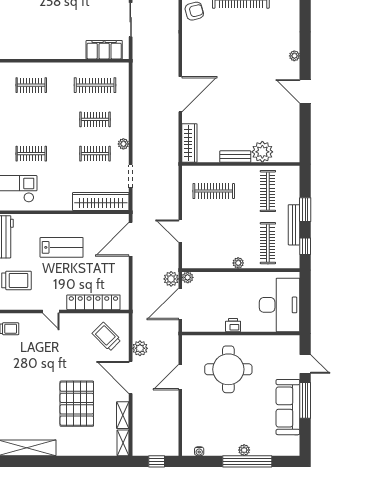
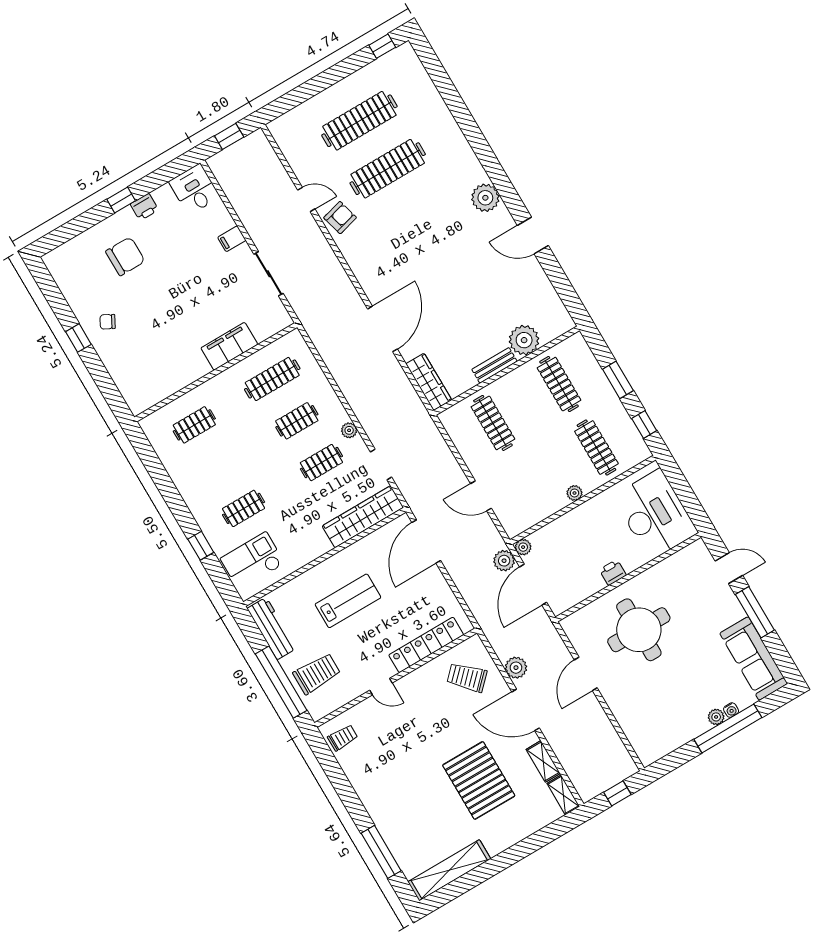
filing cabinet: (104, 50) -> (229, 346), moved
plant: (294, 56) -> (485, 198), width x1.87, depth x1.87
clothes rail: (214, 191) -> (493, 423), turned 90
bench: (294, 225) -> (615, 406), removed
sofa: (288, 407) -> (754, 659), moved
water cooler: (199, 451) -> (731, 710), moved

